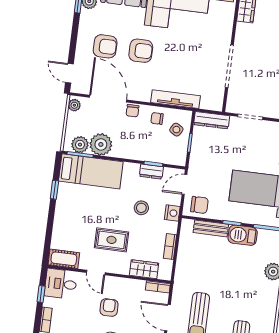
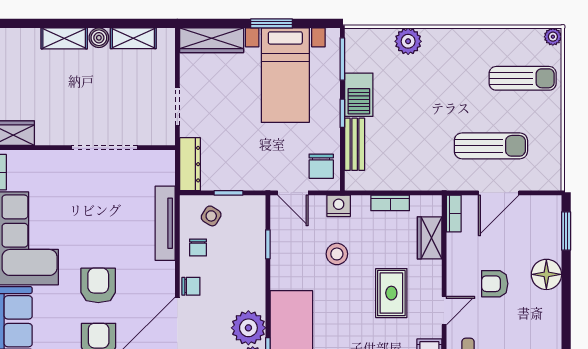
dresser: (151, 172) -> (280, 246), removed
chair: (199, 205) -> (321, 166), turned 180

